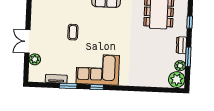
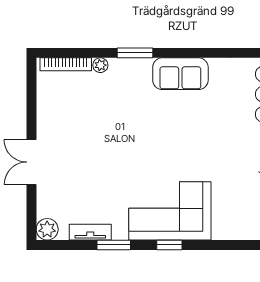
coffee table: (73, 32) -> (119, 140), removed
plant: (35, 59) -> (47, 229), moved

